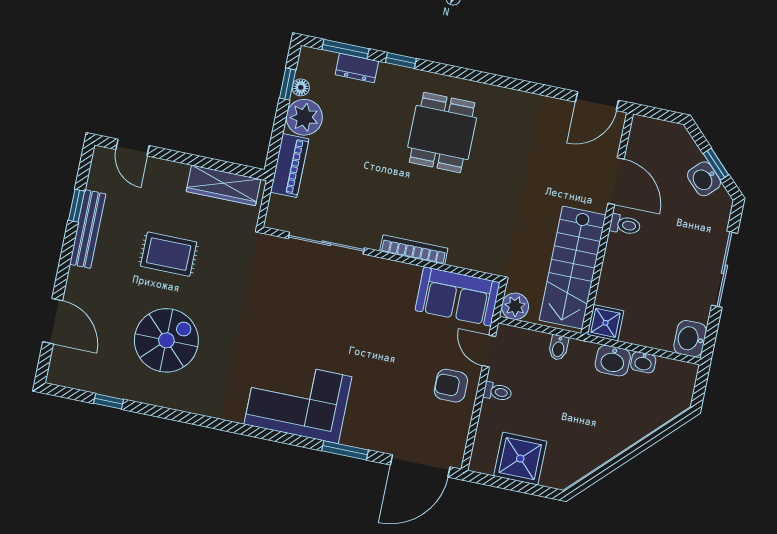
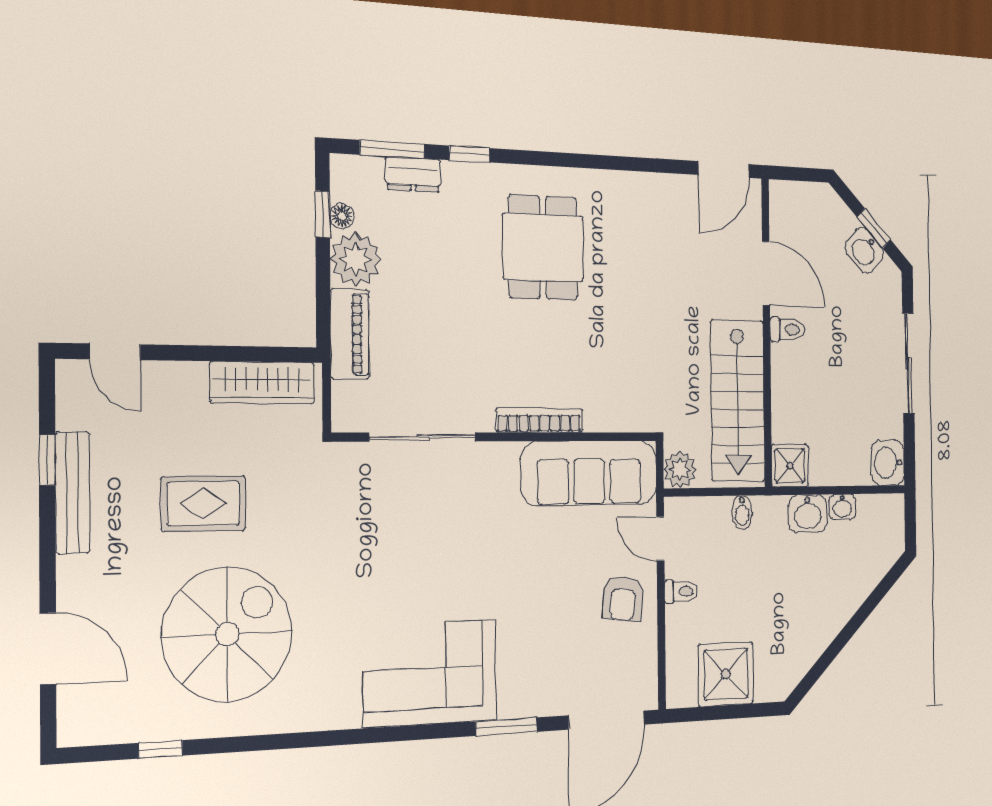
sofa: (458, 296) -> (589, 473), width x1.36
spiral stairs: (166, 340) -> (227, 634), width x1.37, depth x1.37
armchair: (451, 386) -> (623, 599), turned -84

